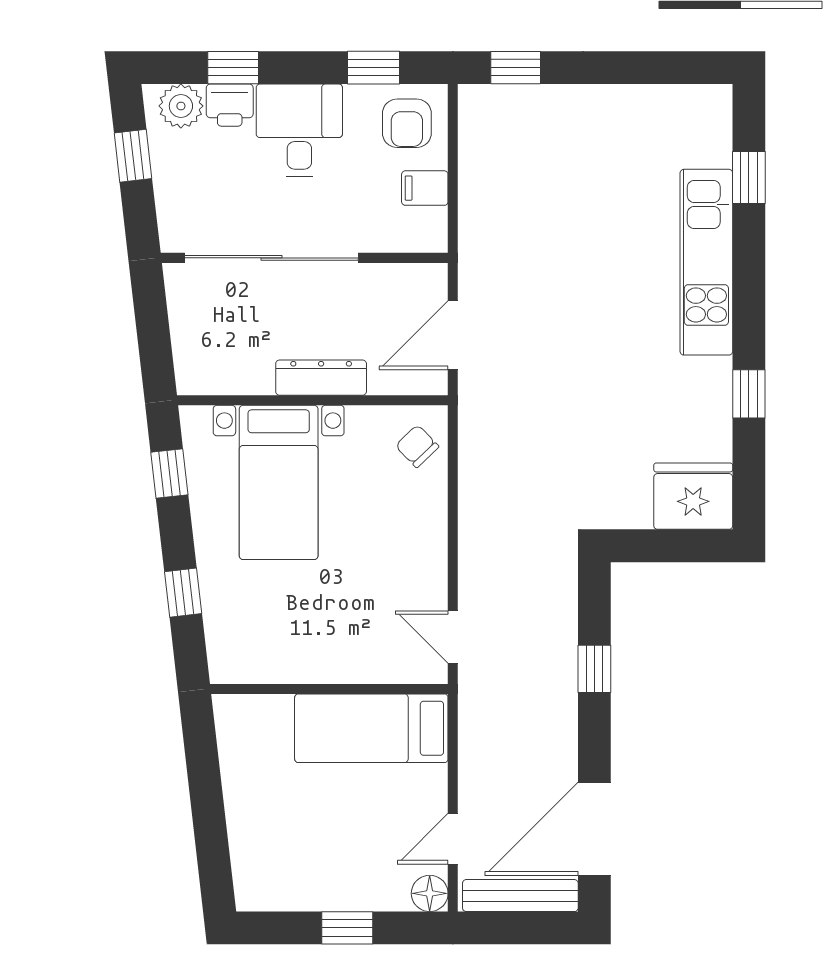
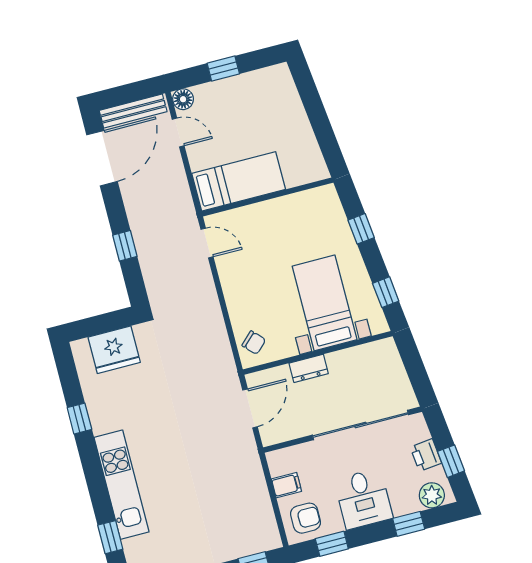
printer: (230, 105) -> (426, 455), moved, turned -97
armchair: (407, 123) -> (306, 518), turned 90
dresser: (321, 378) -> (309, 368), width x0.70
fridge: (693, 496) -> (114, 350), moved
door: (453, 839) -> (178, 133), hinge flipped

